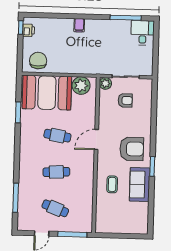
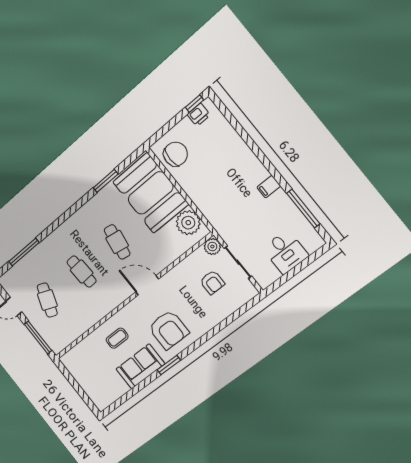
filing cabinet: (79, 25) -> (269, 187), moved
desk: (143, 33) -> (285, 252), moved, turned 90

